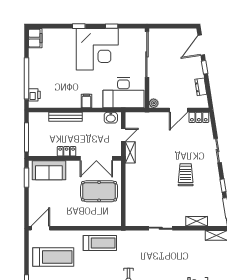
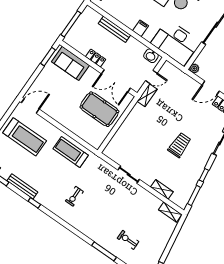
treadmill: (100, 243) -> (71, 152), turned 180

